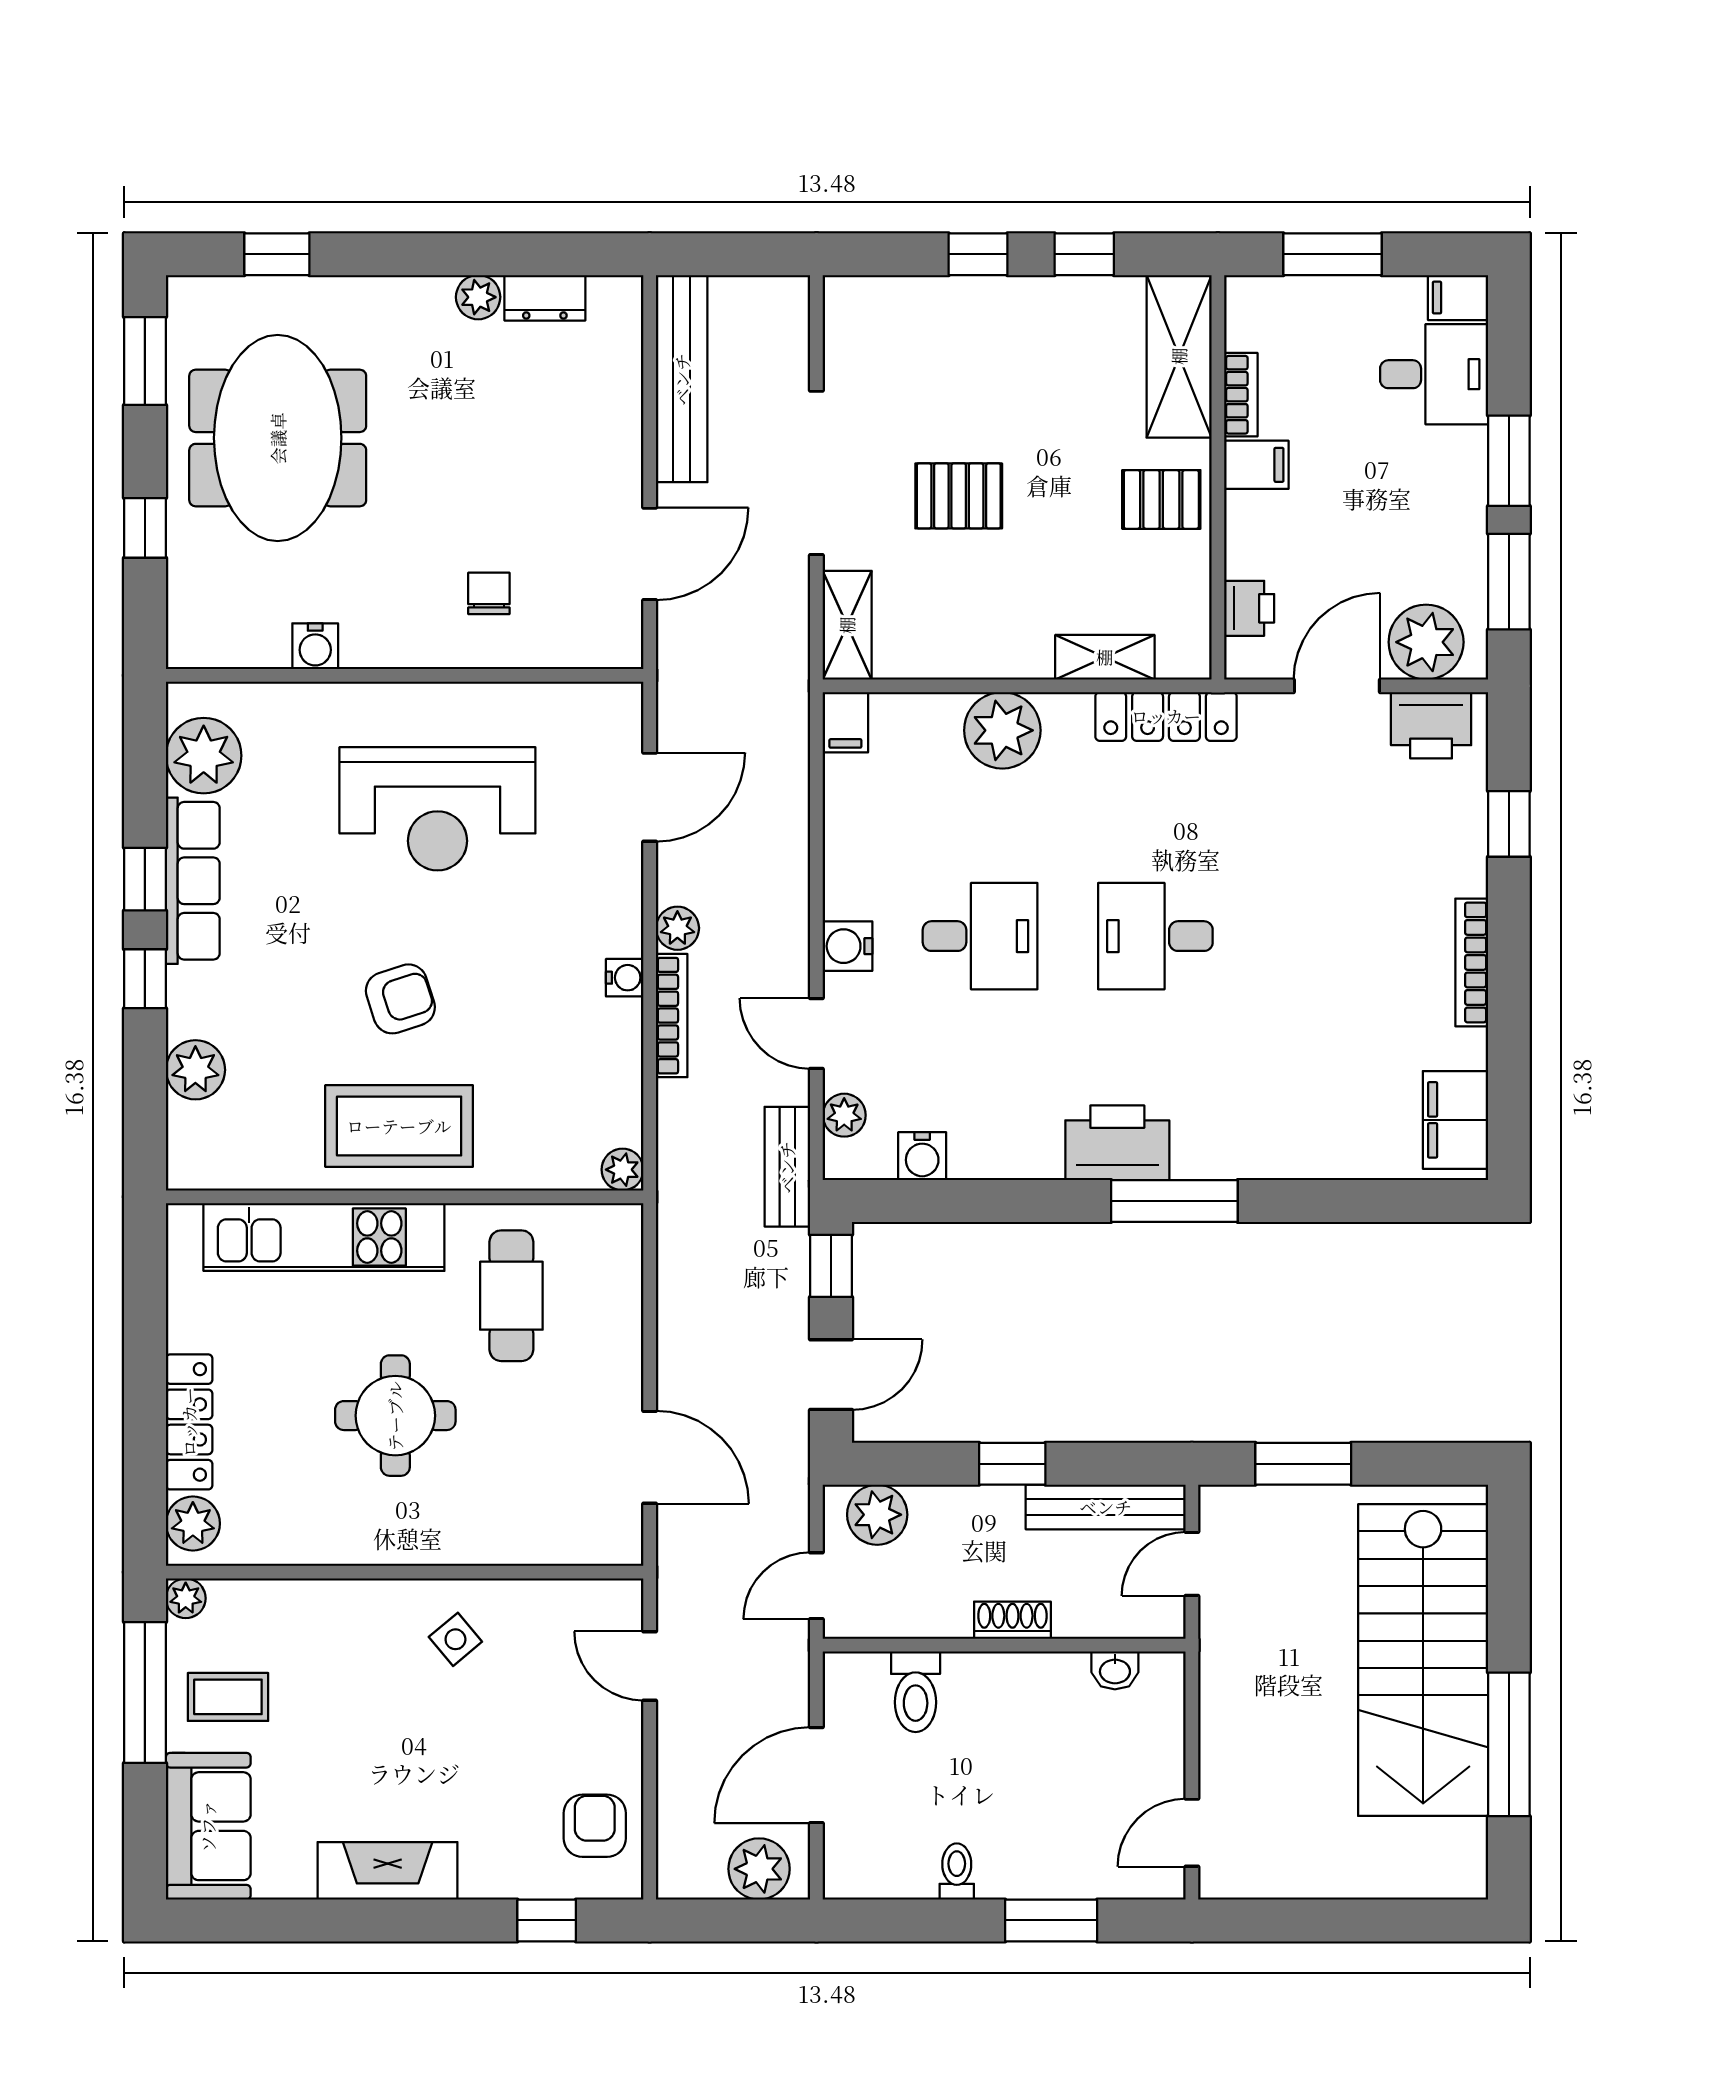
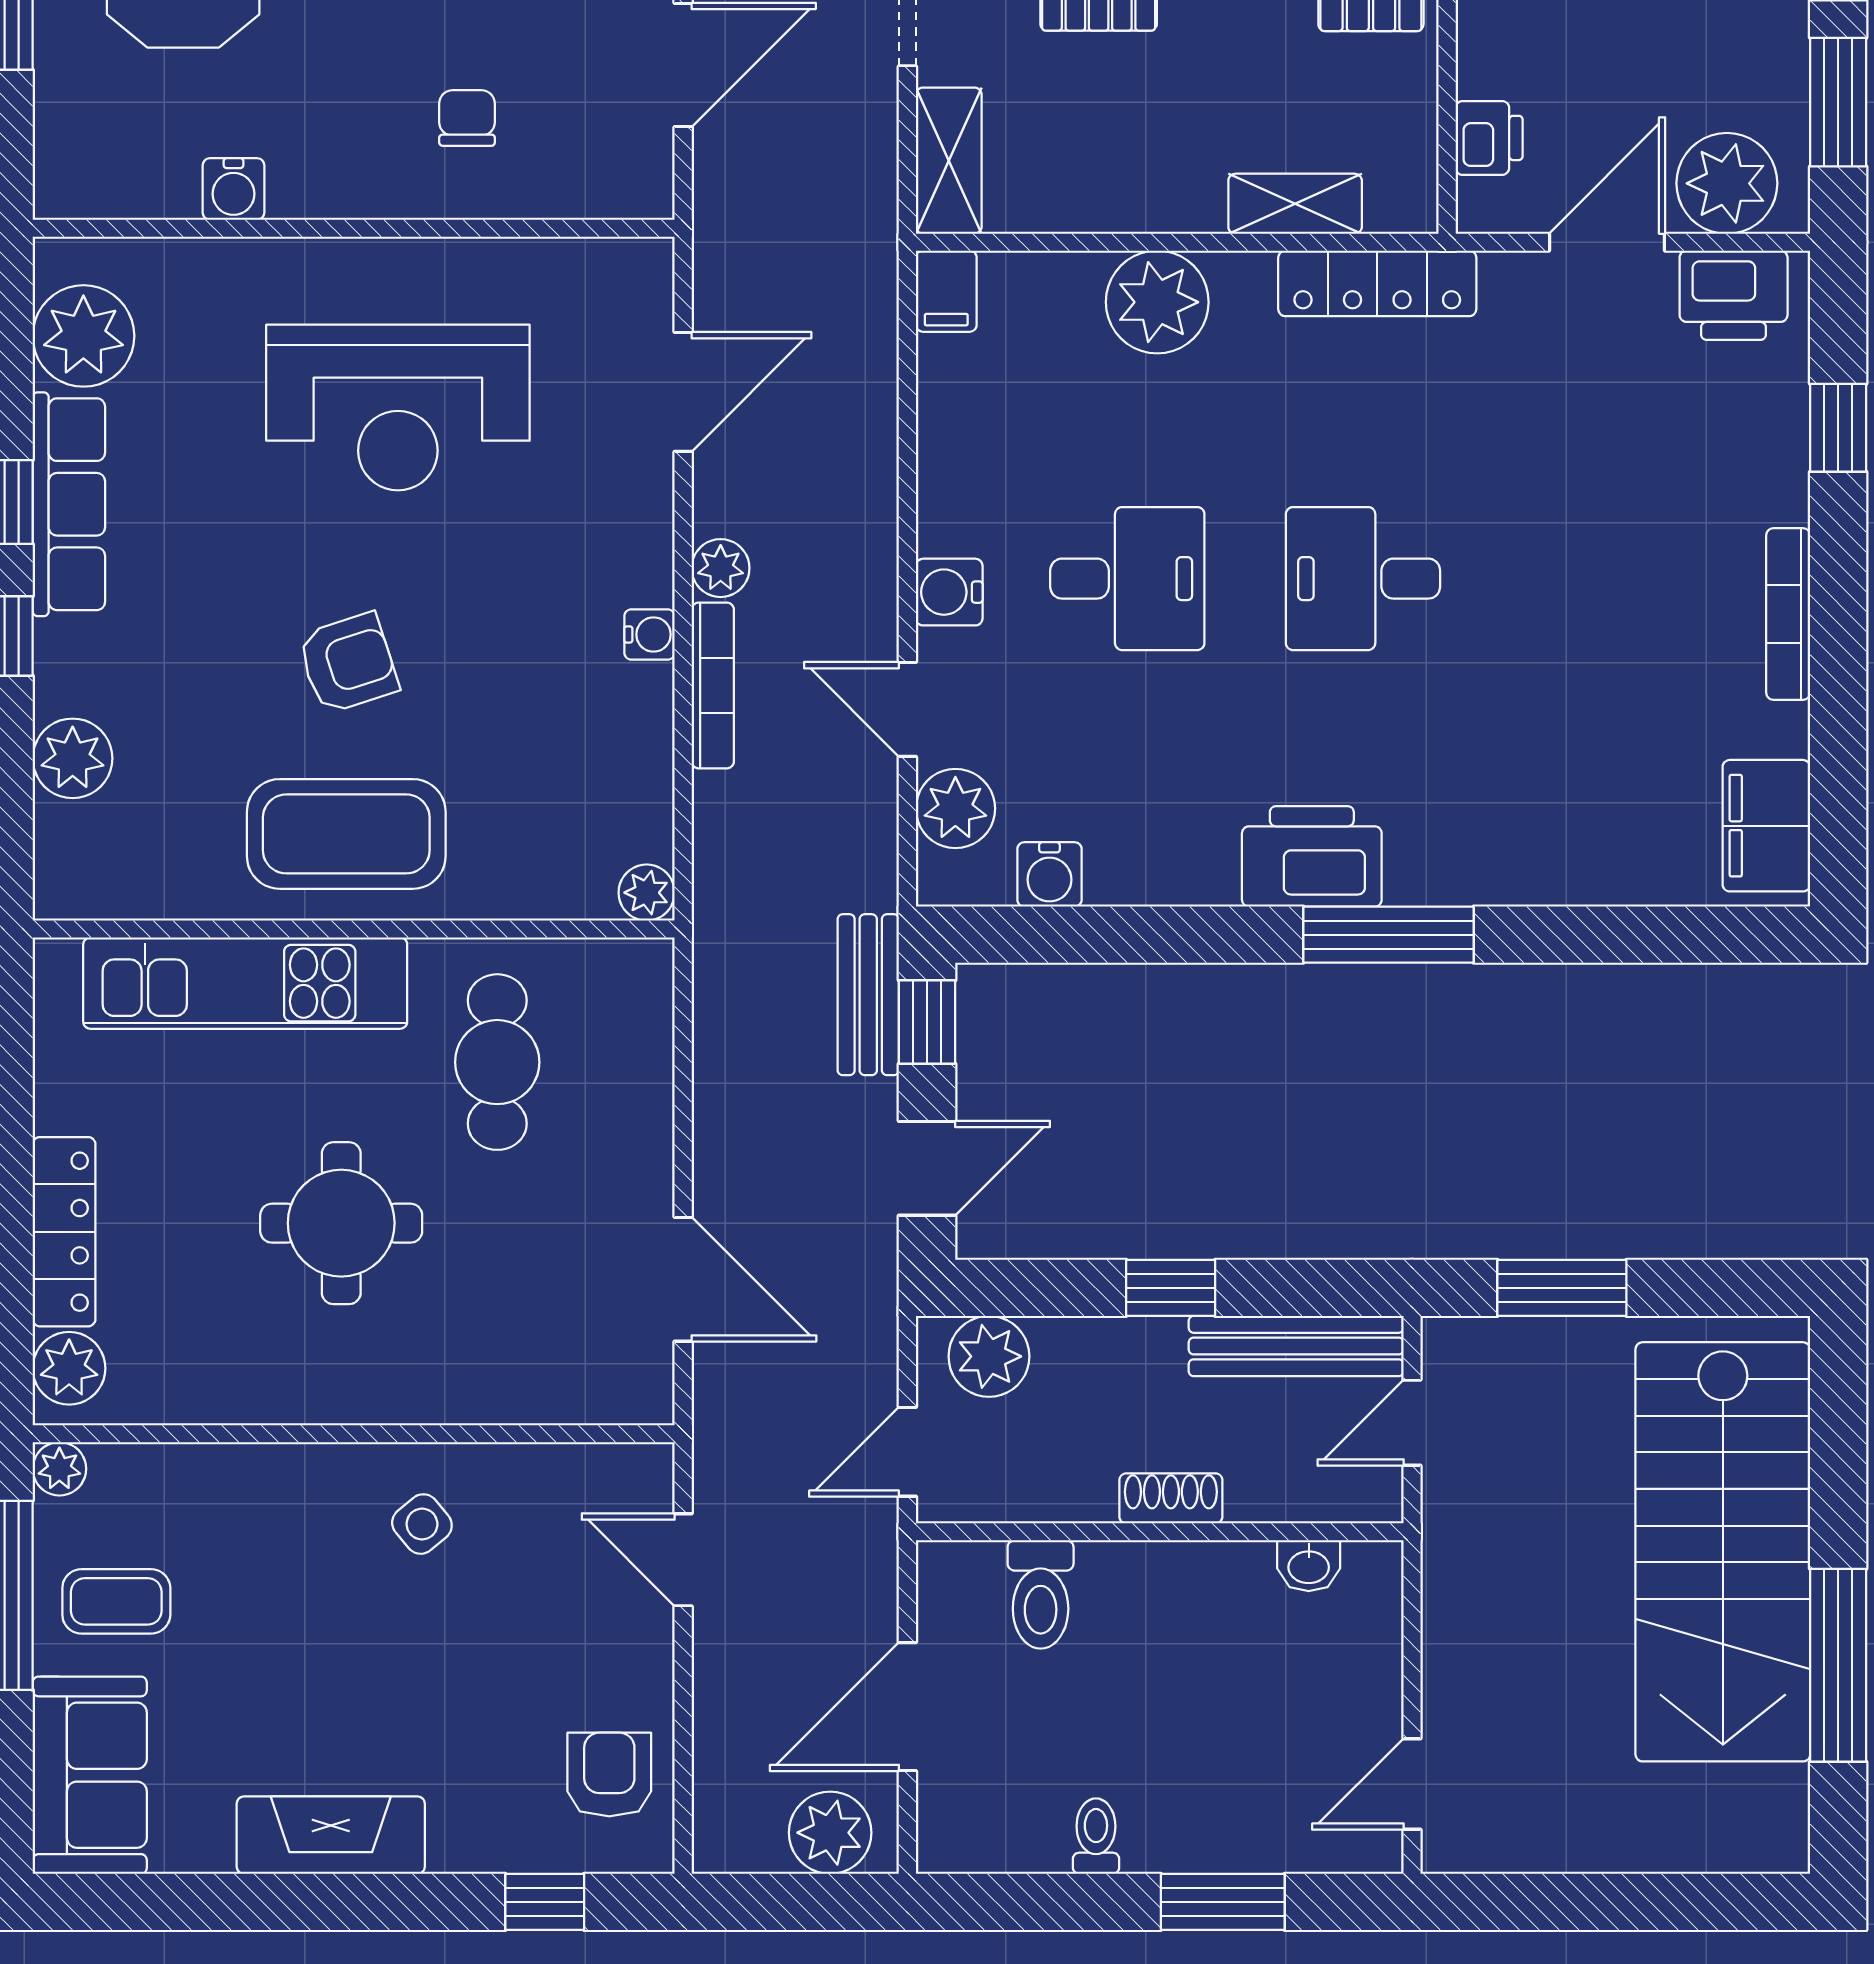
plant: (844, 1115) -> (955, 809), width x1.38, depth x1.38
bench: (787, 1167) -> (868, 995), moved

